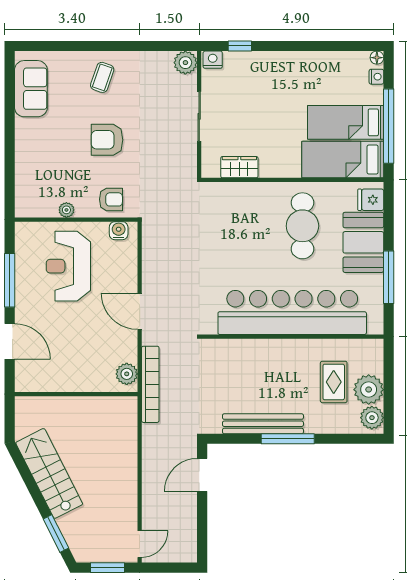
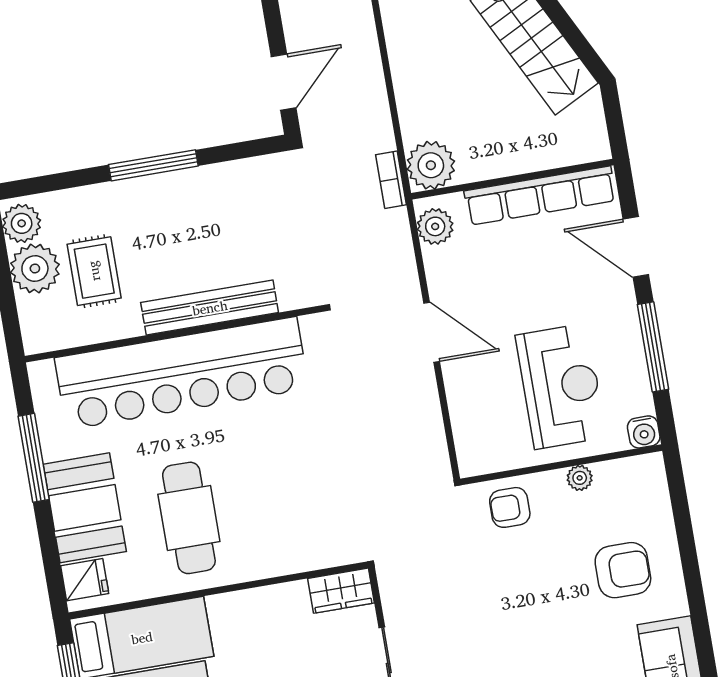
armchair: (107, 140) -> (623, 570), moved
wardrobe: (239, 167) -> (341, 591), moved
water cooler: (119, 231) -> (644, 432), moved
row of seats: (61, 382) -> (540, 196), added
bookcase: (150, 384) -> (391, 180), width x0.43, depth x0.76
plant: (123, 411) -> (431, 165), added
bench: (263, 424) -> (210, 308), moved

